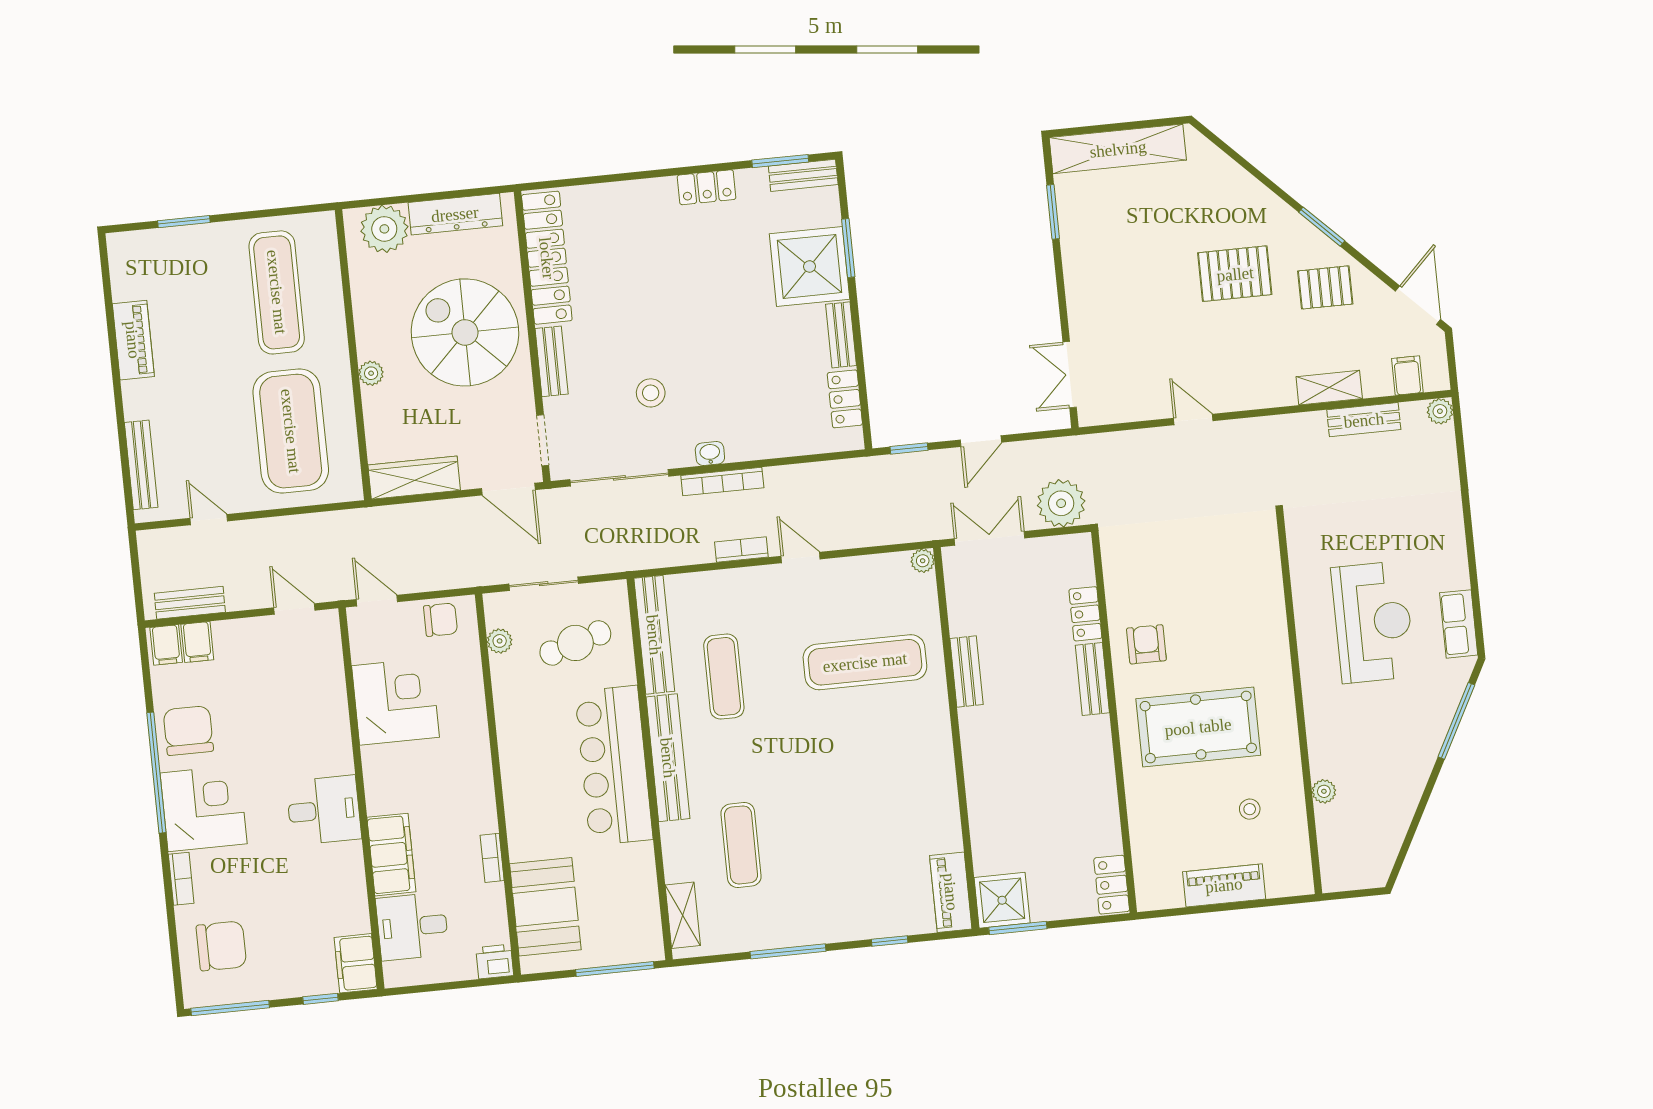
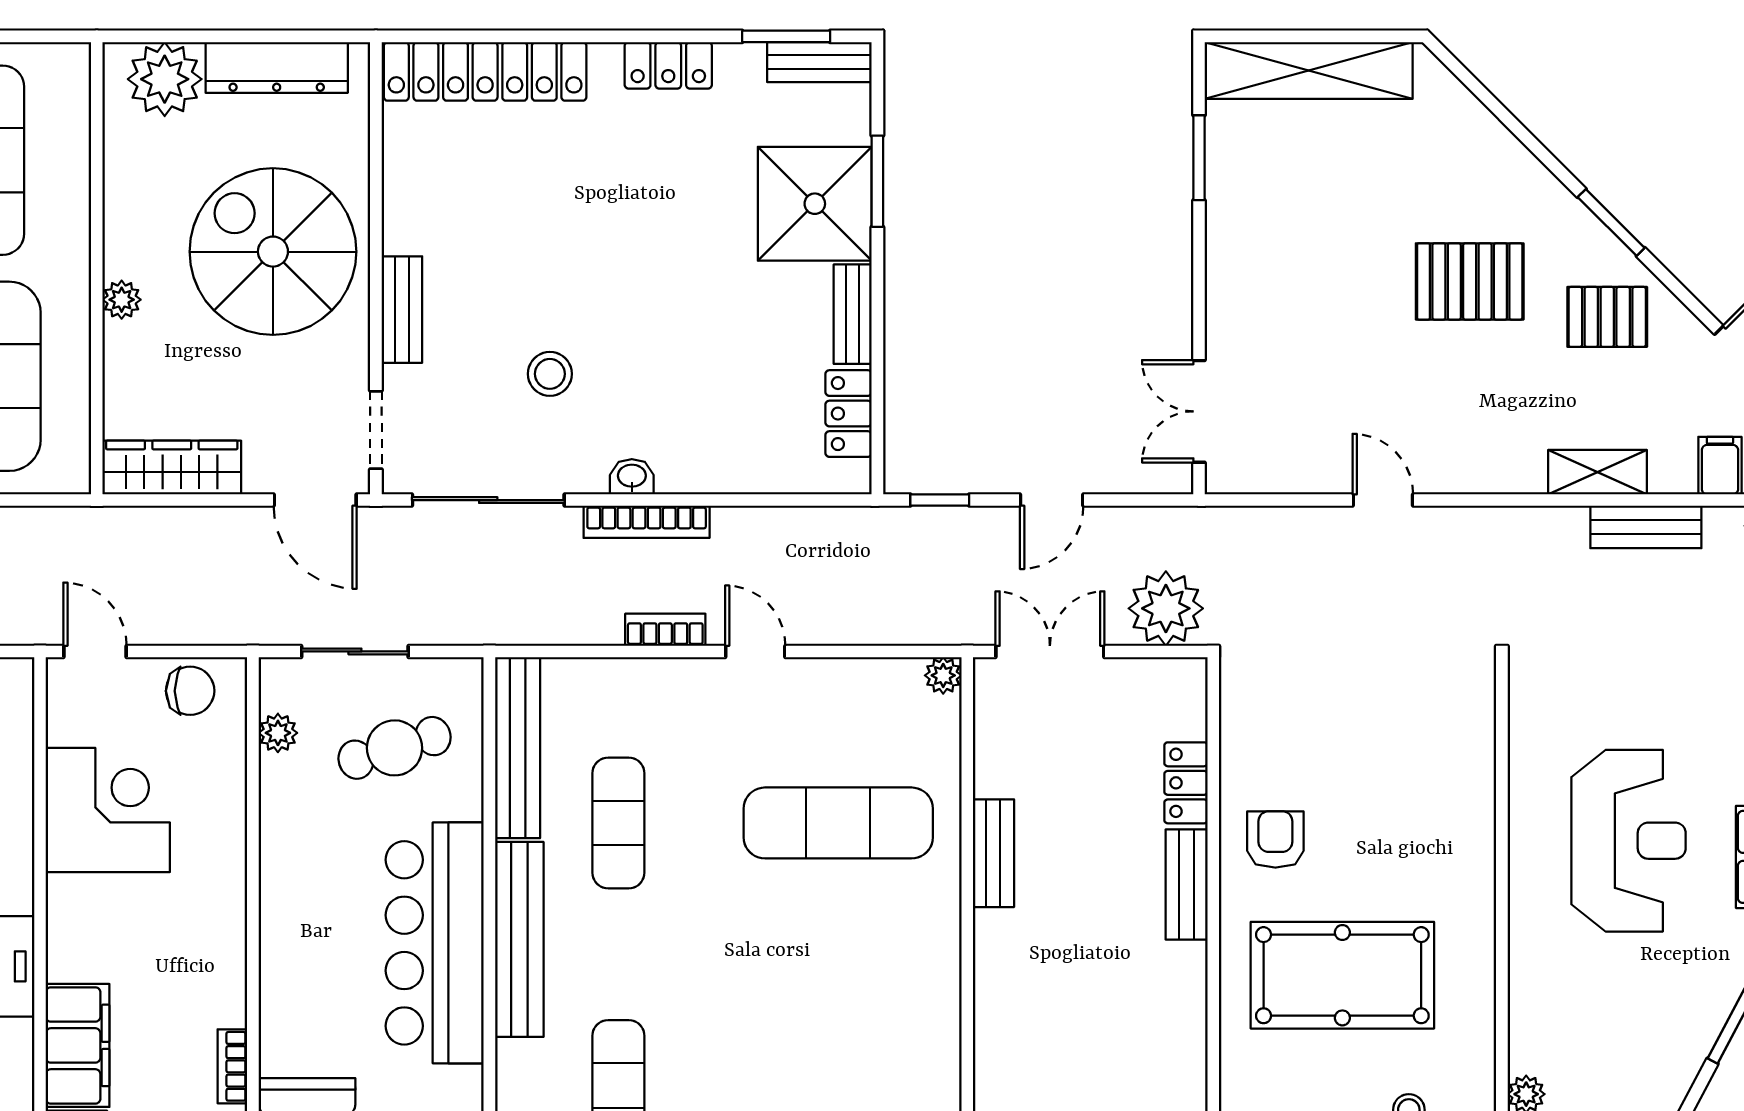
locker: (547, 258) -> (485, 71), moved, turned 90

